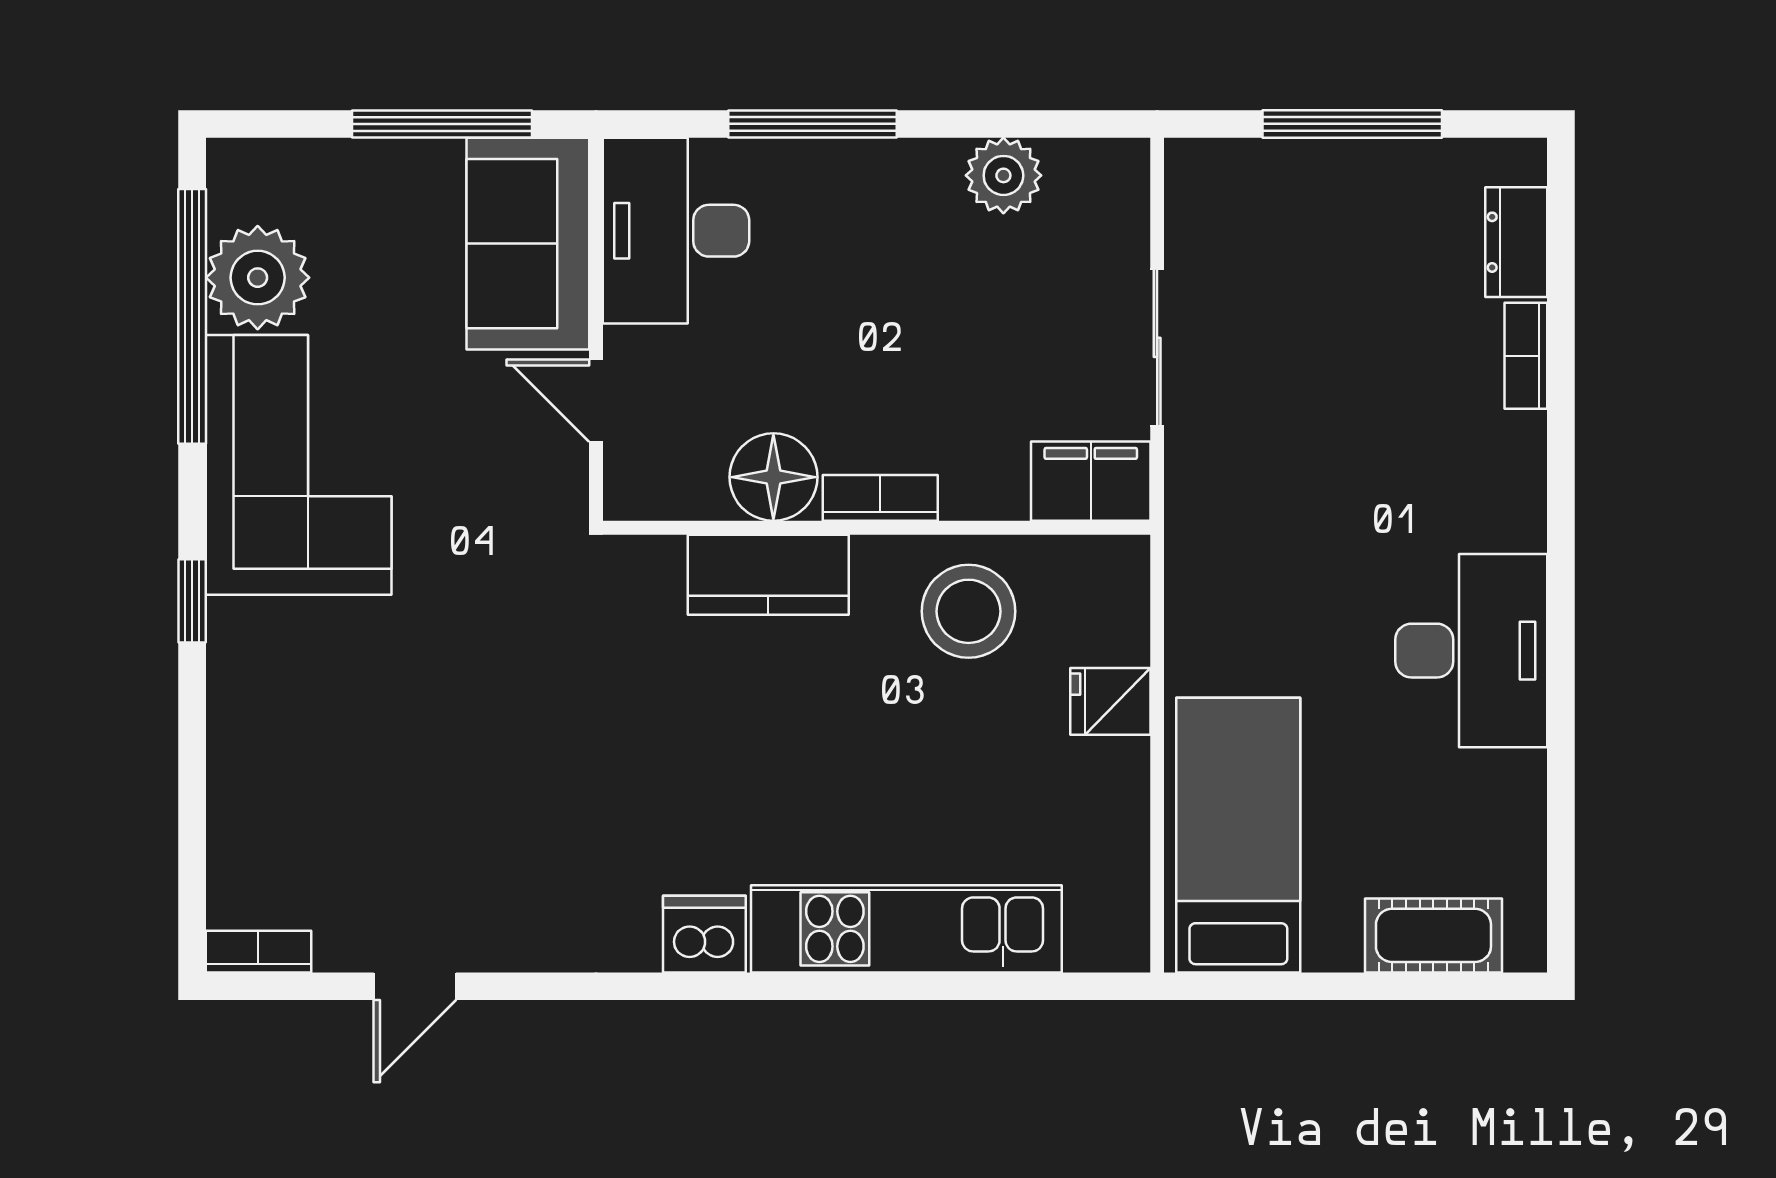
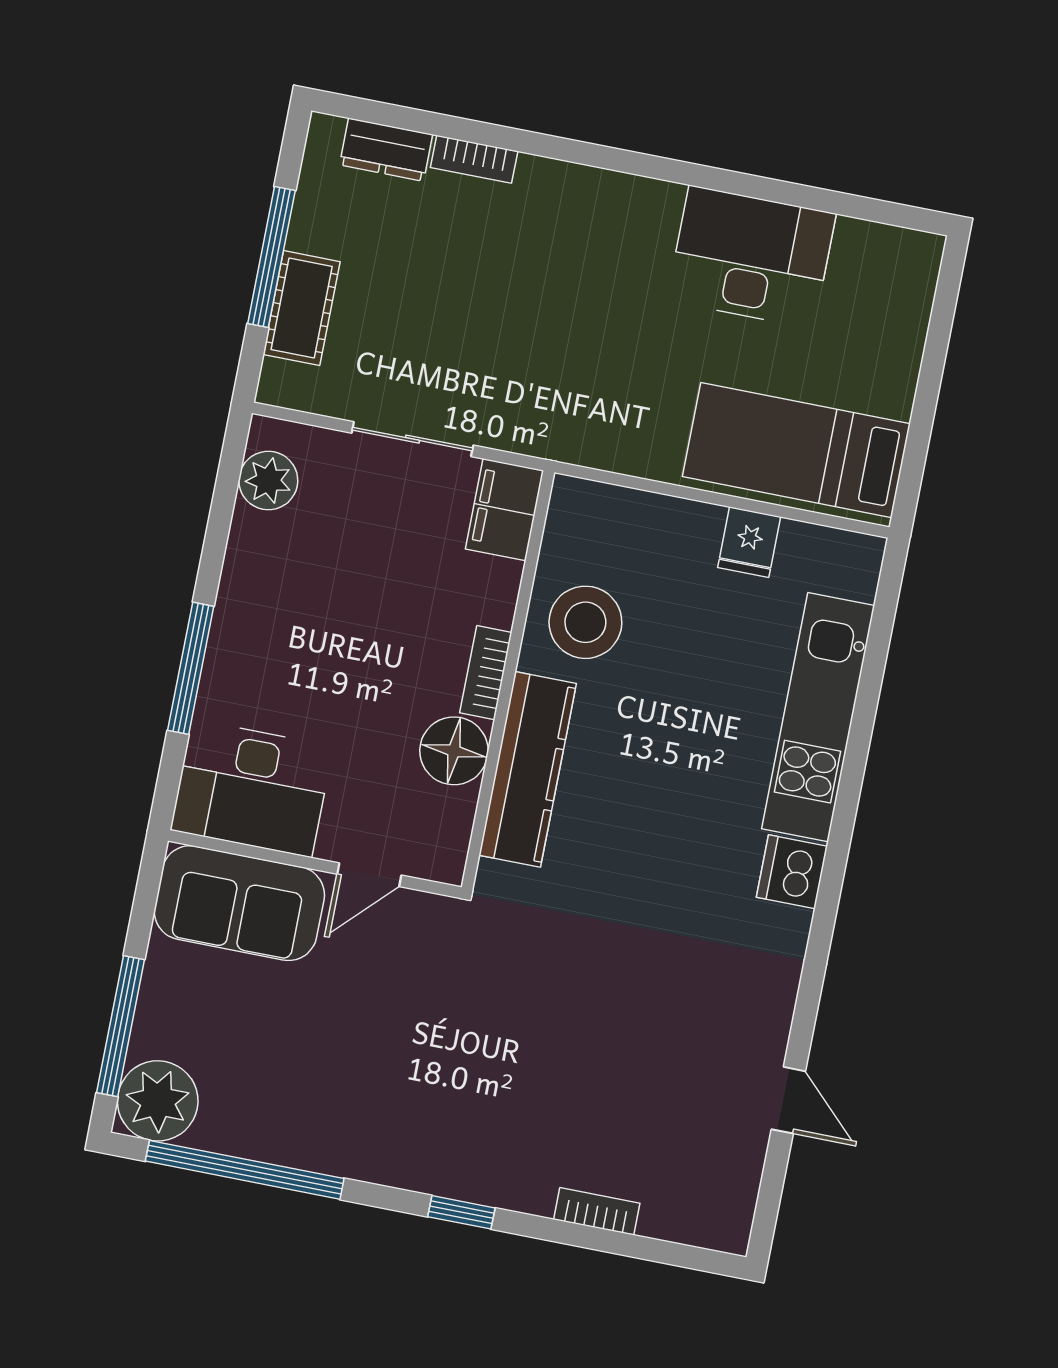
window: (442, 124) -> (121, 1026), moved
plant: (1003, 175) -> (268, 481), moved
plant: (258, 278) -> (158, 1101), moved
corner sofa: (299, 465) -> (374, 1111), removed
kitchen counter: (768, 575) -> (528, 769), width x1.50
desk: (1471, 651) -> (751, 257), moved
fridge: (1110, 701) -> (749, 542), moved
cot: (1433, 935) -> (302, 308), moved
bookcase: (258, 952) -> (597, 1211), moved, turned 90

